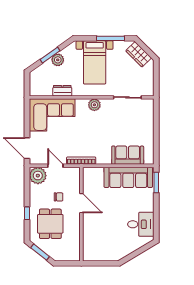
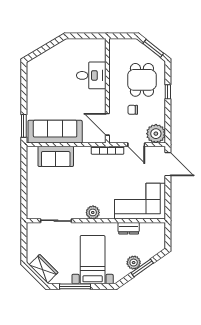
door: (81, 203) -> (107, 124), moved
desk: (141, 224) -> (91, 75), moved, turned 180

